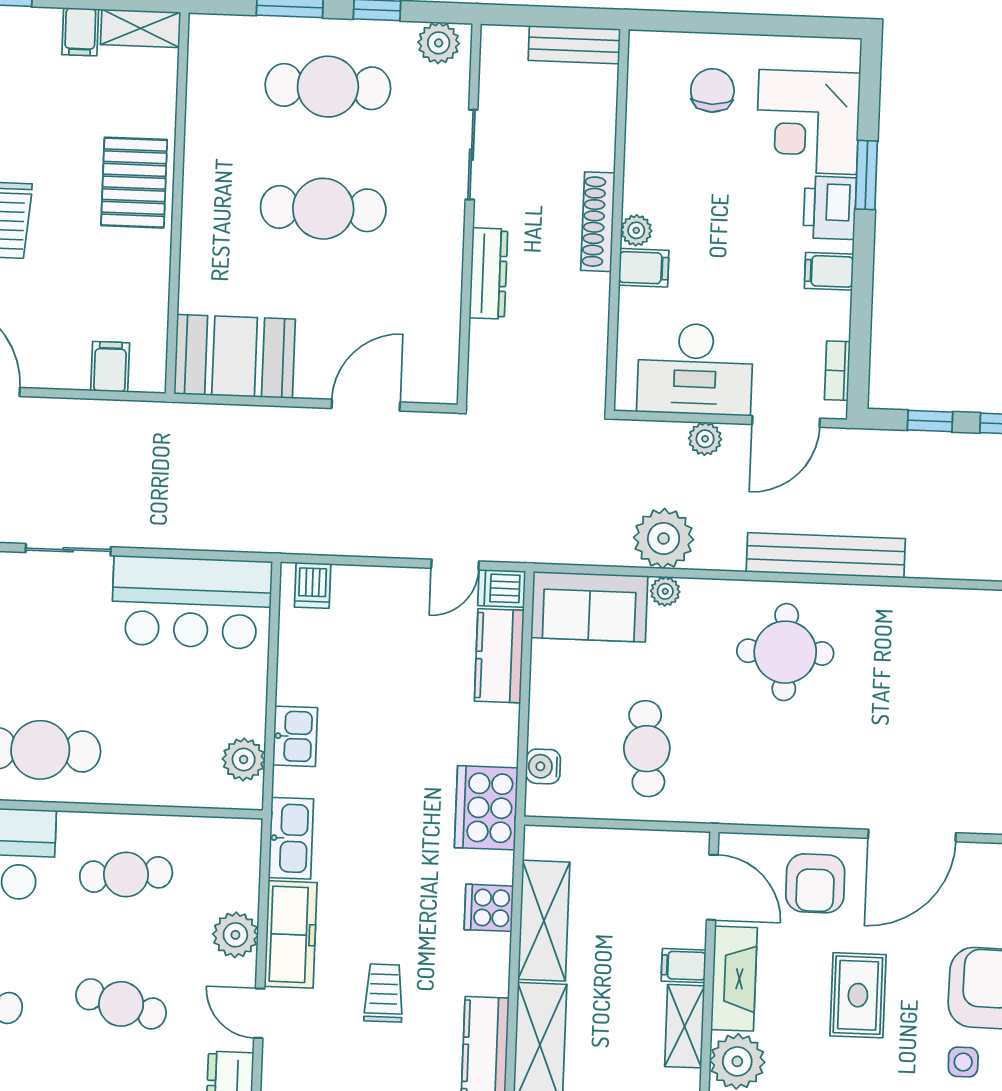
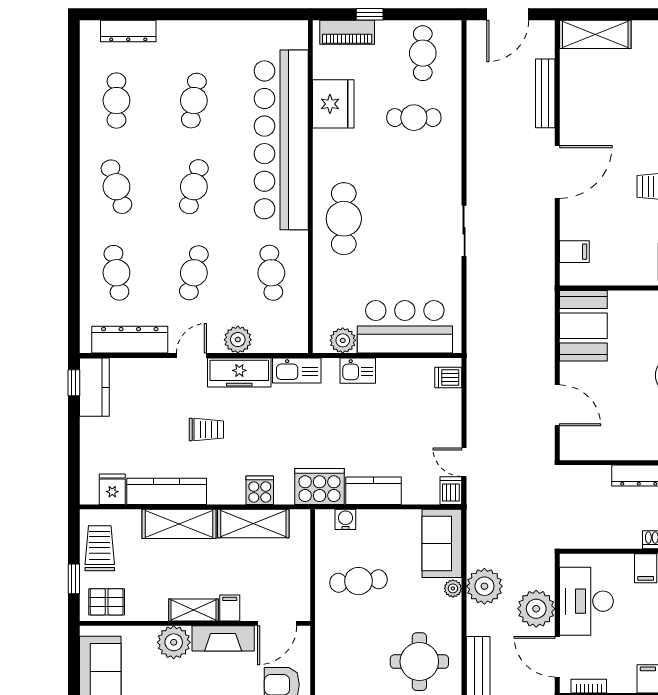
plant: (705, 439) -> (536, 609), width x1.87, depth x1.87
bar counter: (192, 602) -> (405, 327), moved, turned 90
kitchen counter: (499, 656) -> (374, 491), moved

